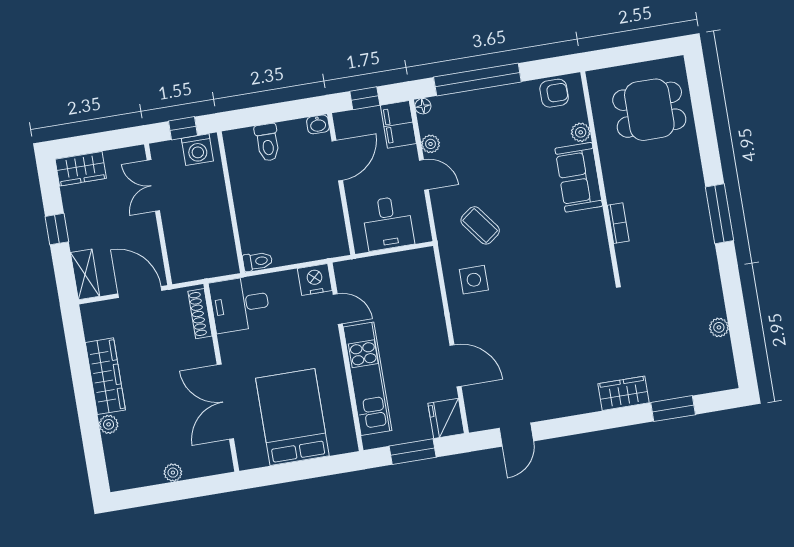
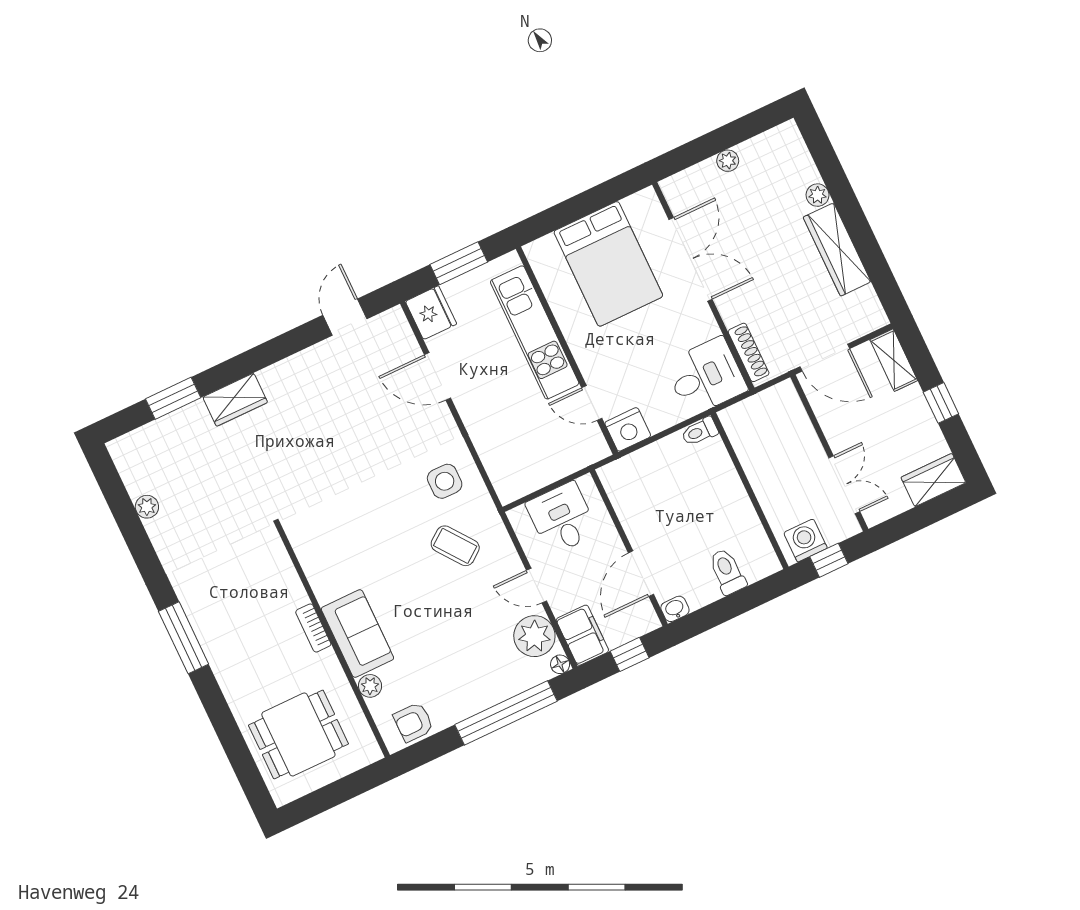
plant: (431, 144) -> (534, 636), width x1.87, depth x1.87
bookcase: (618, 223) -> (313, 628), moved

